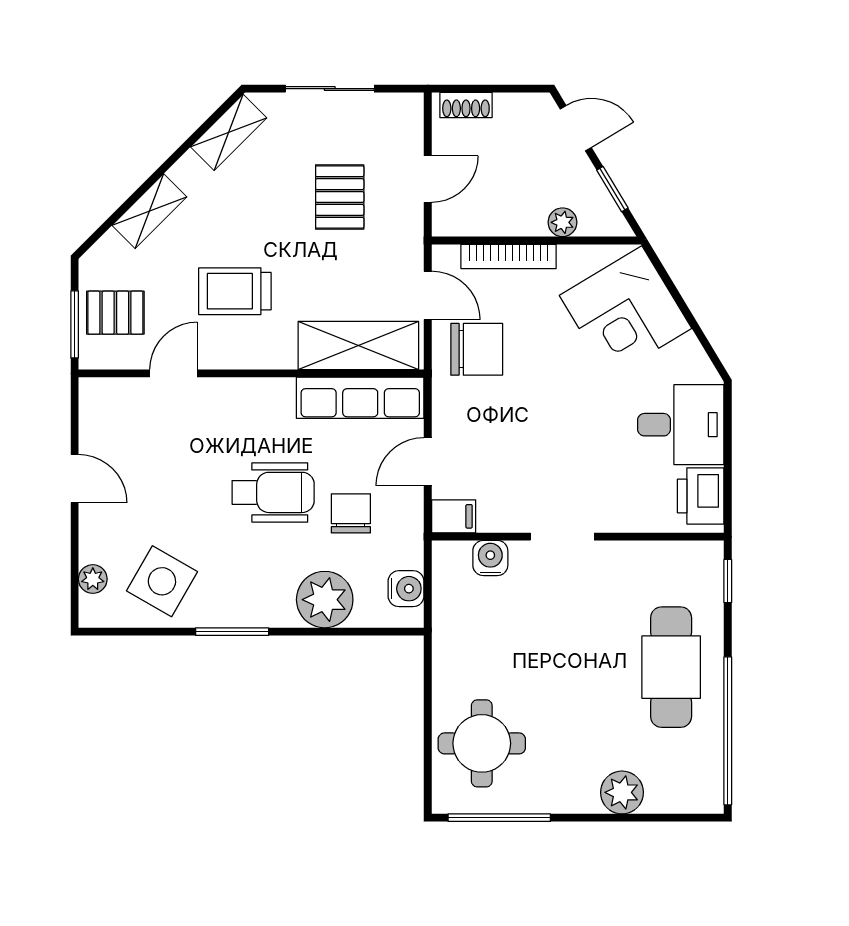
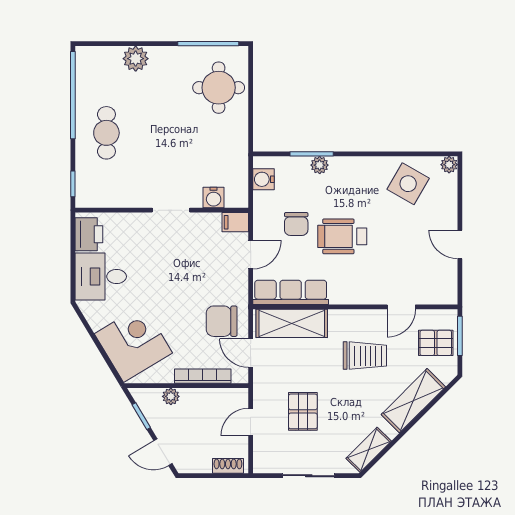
shelving: (149, 211) -> (413, 401), width x1.50, depth x1.33
plant: (93, 579) -> (449, 165), moved
plant: (325, 600) -> (320, 165), width x0.53, depth x0.53
window: (232, 632) -> (312, 154), moved
cafe table: (671, 667) -> (106, 133), width x0.73, depth x0.74

